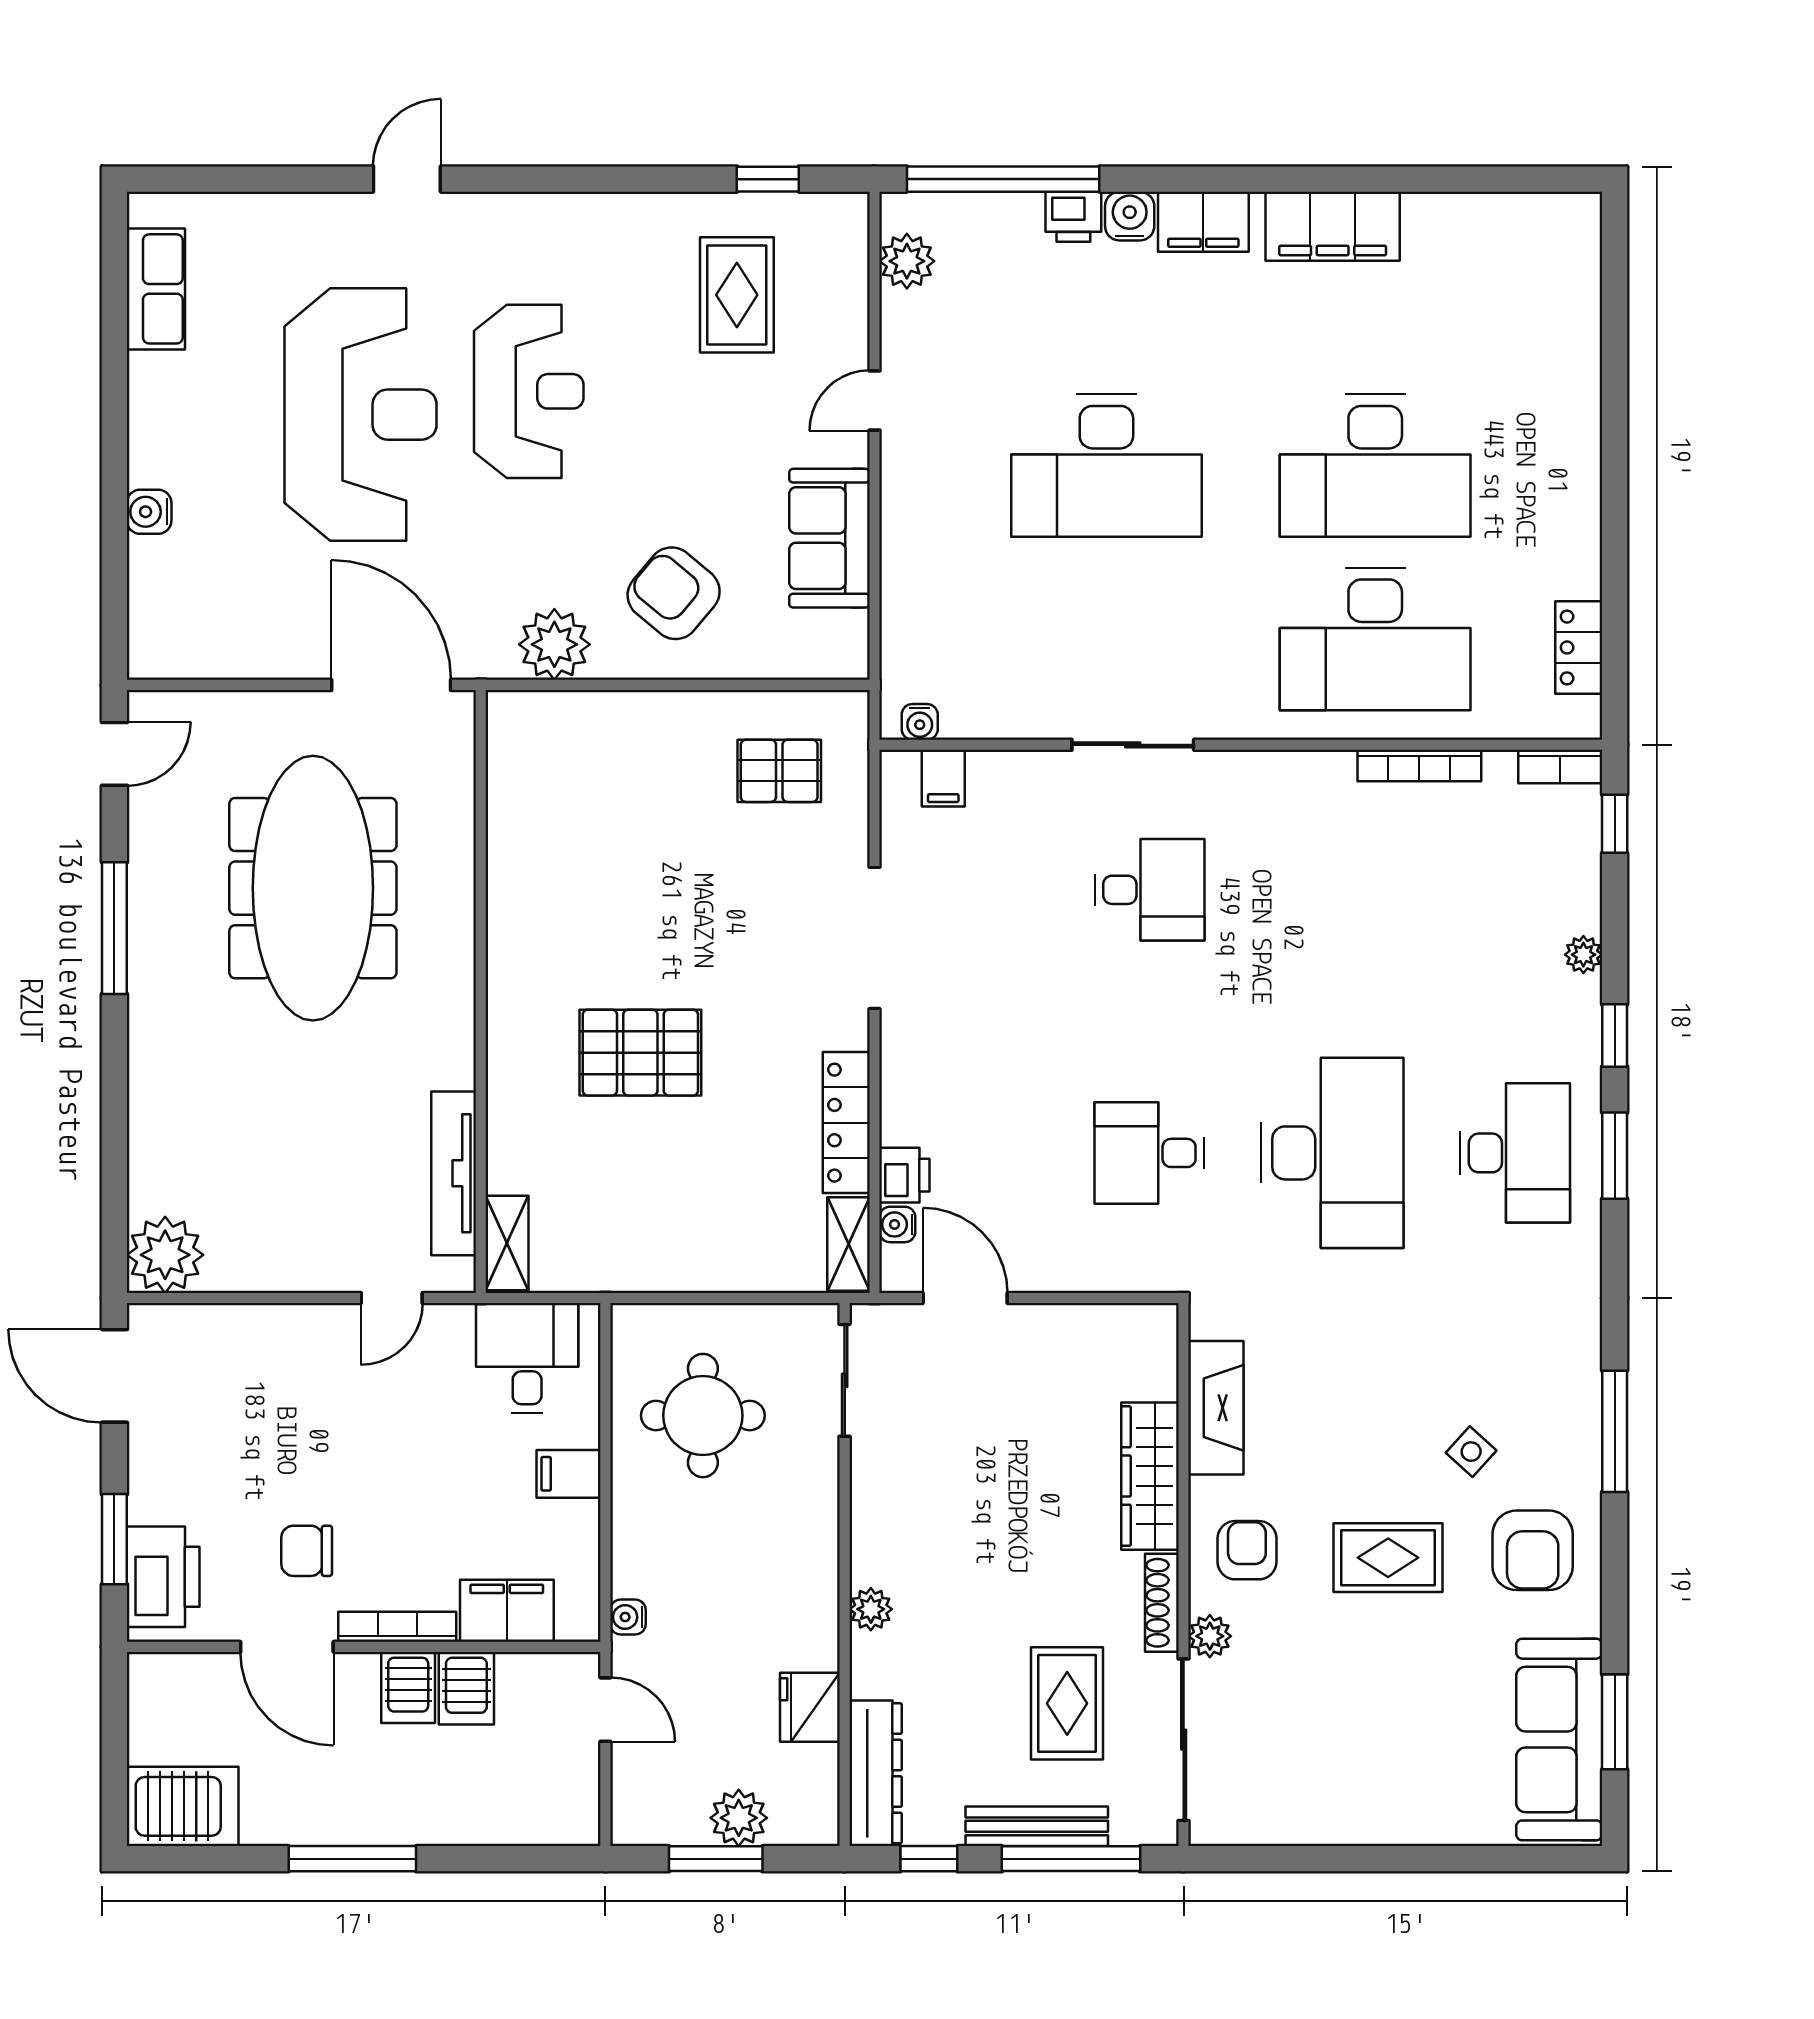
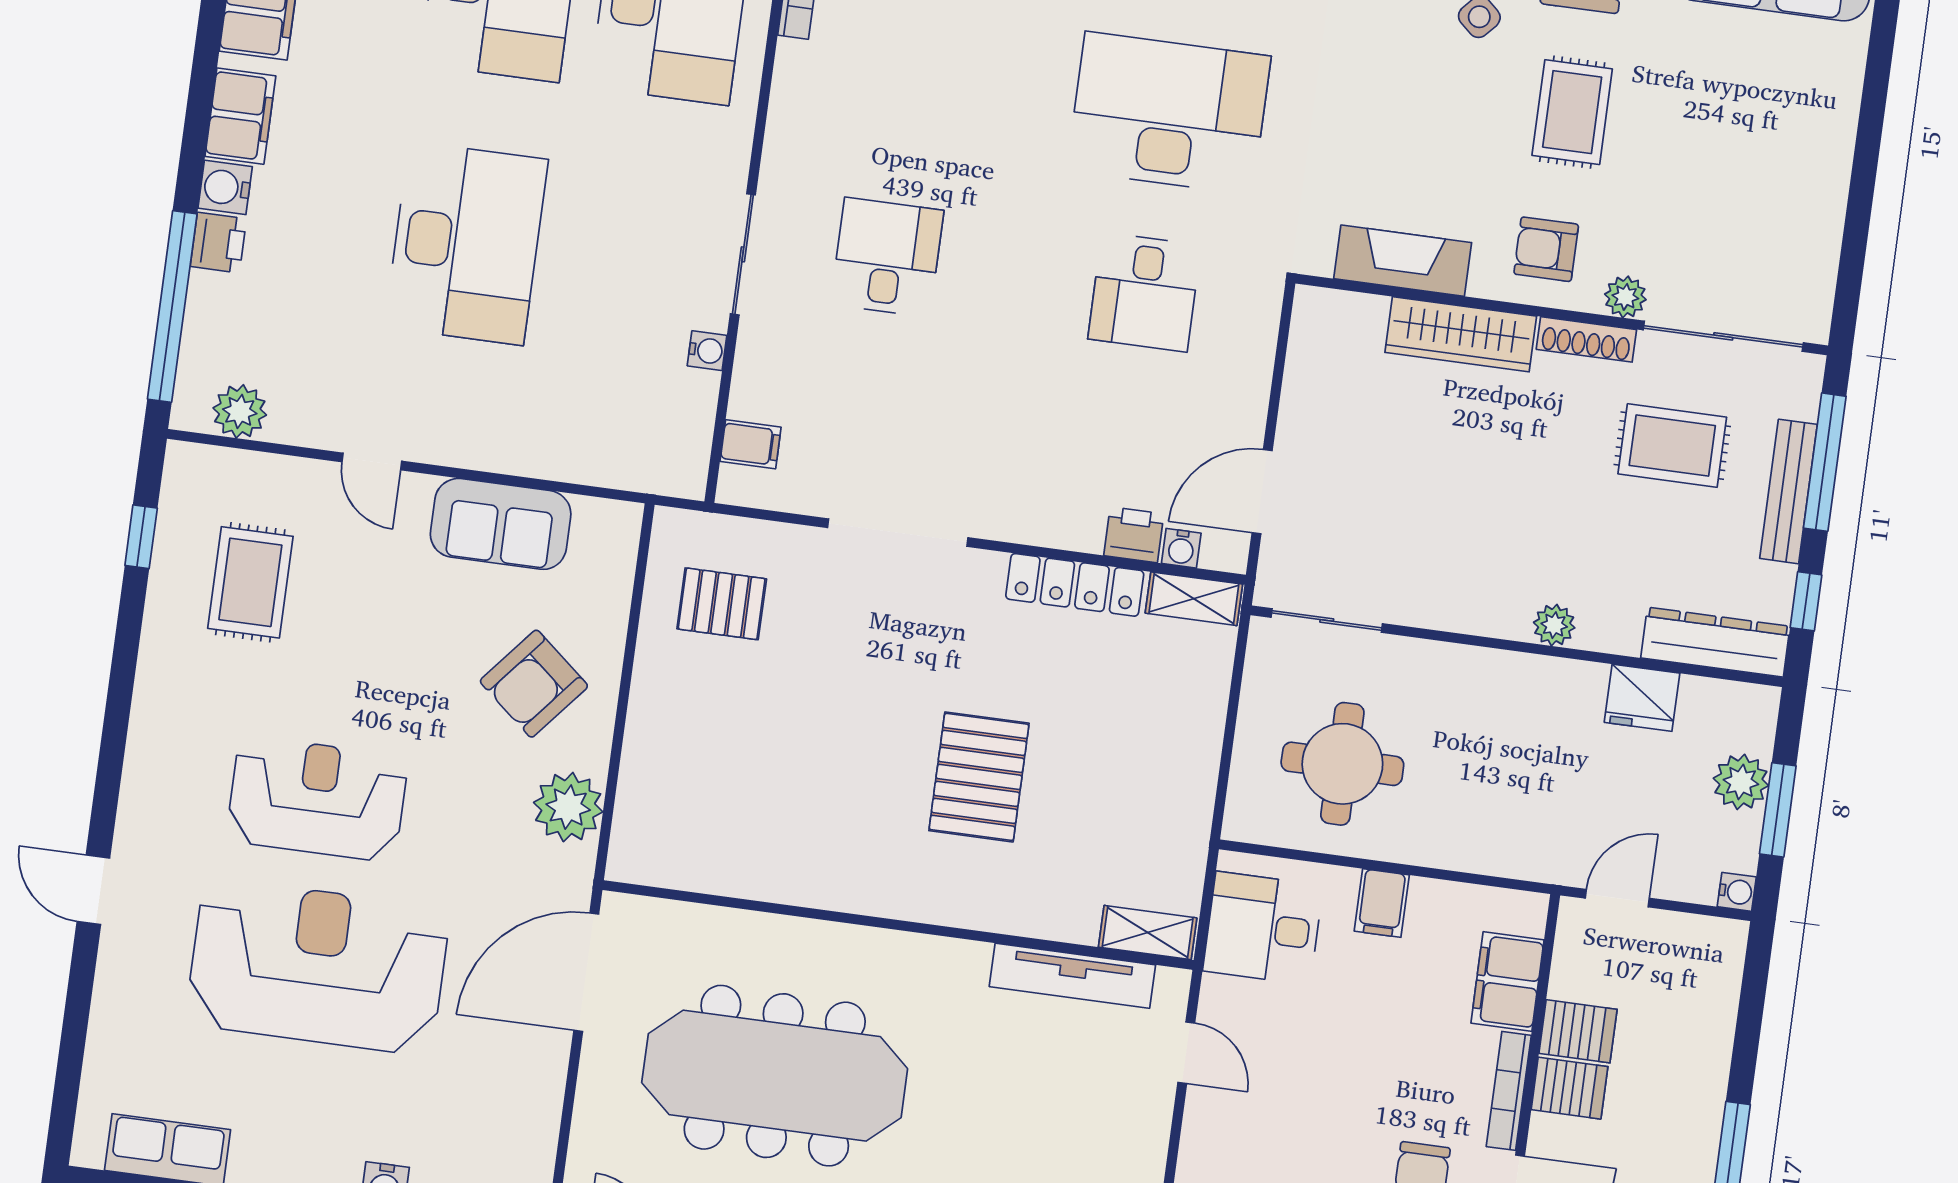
rug: (737, 295) -> (250, 582), turned 90
water cooler: (920, 722) -> (707, 351), moved
pallet: (779, 771) -> (722, 604), turned 90
water cooler: (628, 1617) -> (1737, 892), moved, turned -90

